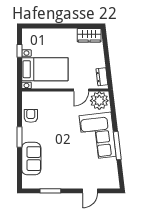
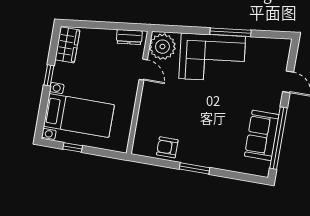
window: (66, 26) -> (49, 75), added
bed with nightstands: (45, 69) -> (79, 115), moved, turned 90
sofa: (31, 159) -> (262, 135), moved, turned -90
window: (50, 191) -> (278, 138), width x2.11

